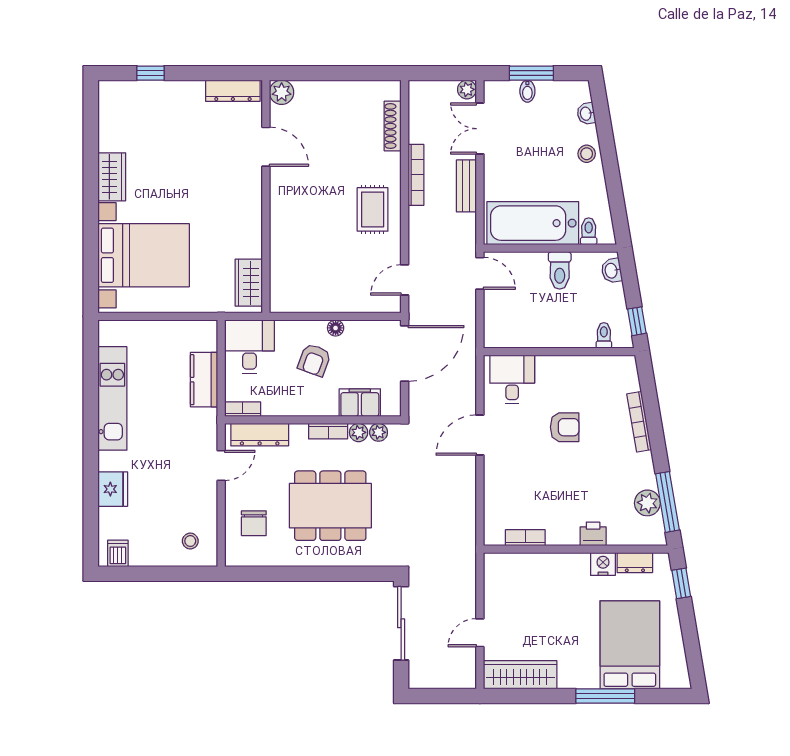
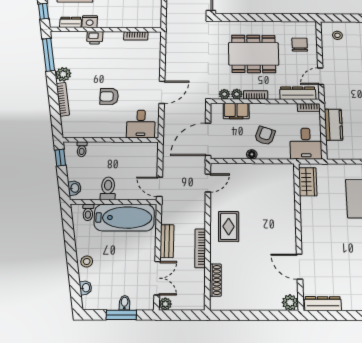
plant: (647, 503) -> (63, 74), moved

